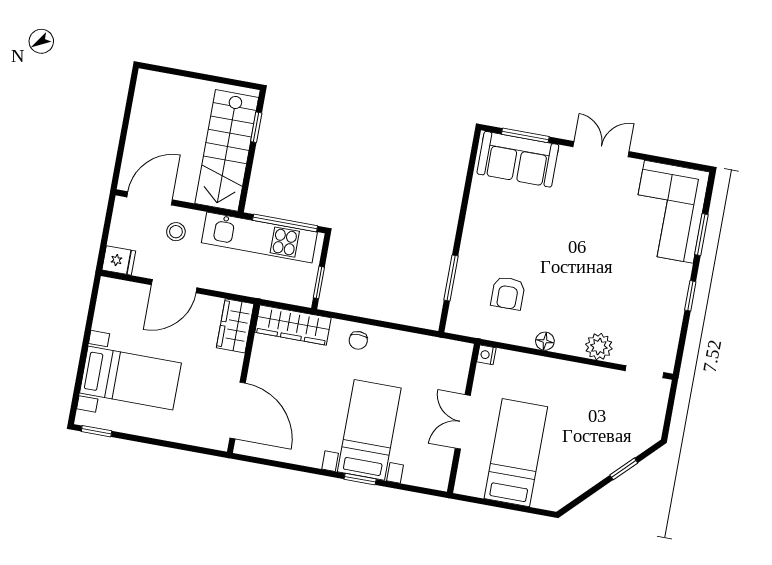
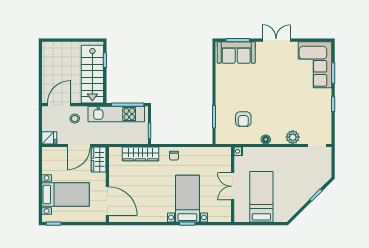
wardrobe: (235, 326) -> (99, 159), moved
wall: (243, 378) -> (107, 185), moved
door: (238, 410) -> (107, 201), moved

